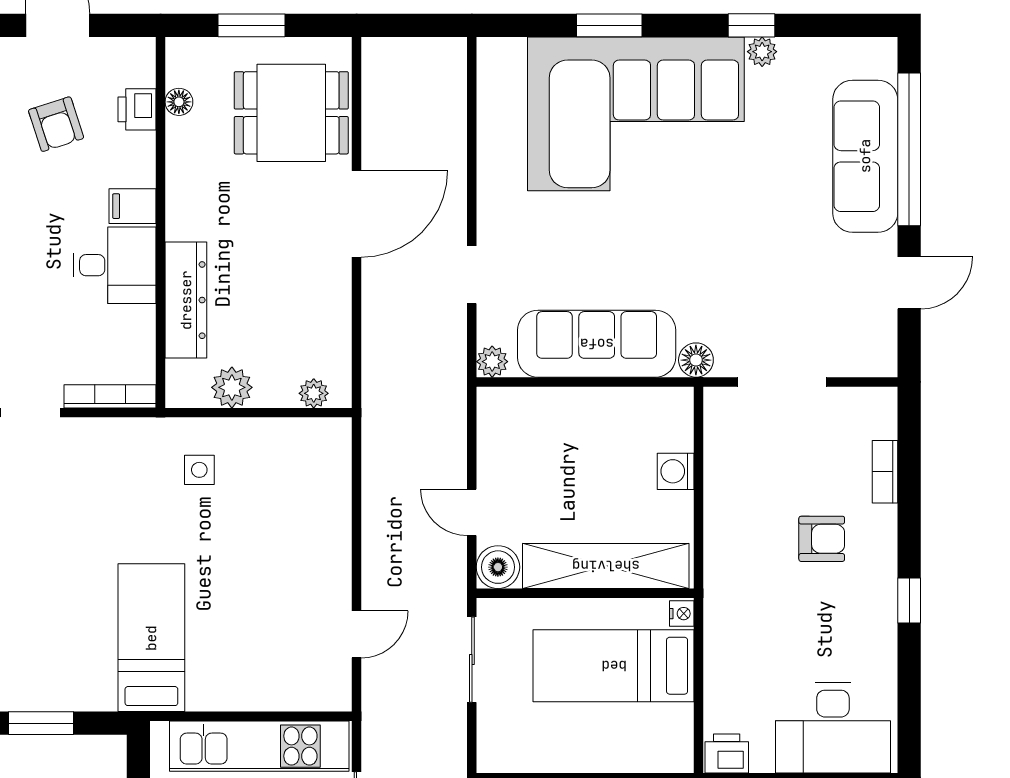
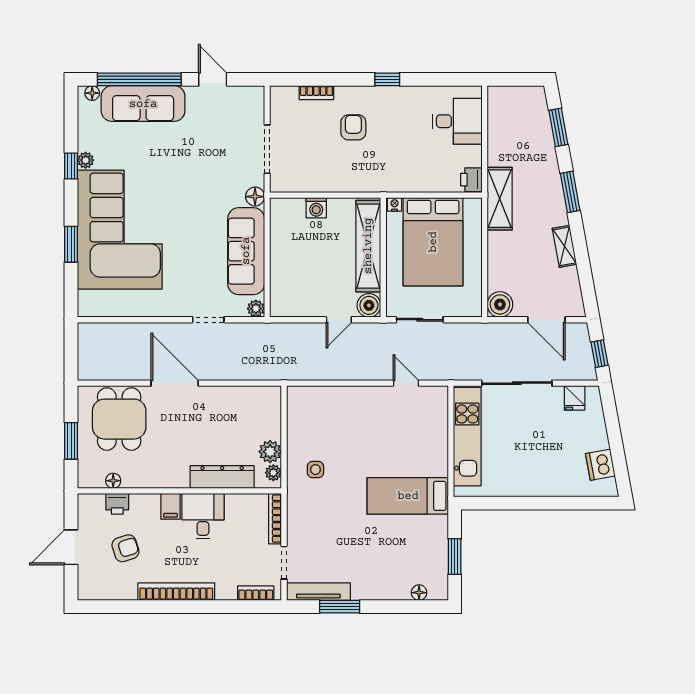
floor lamp: (884, 64) -> (92, 93), added
plant: (314, 393) -> (273, 473), moved
bed: (614, 666) -> (433, 242), width x1.50
desk: (833, 728) -> (457, 121), width x0.73

